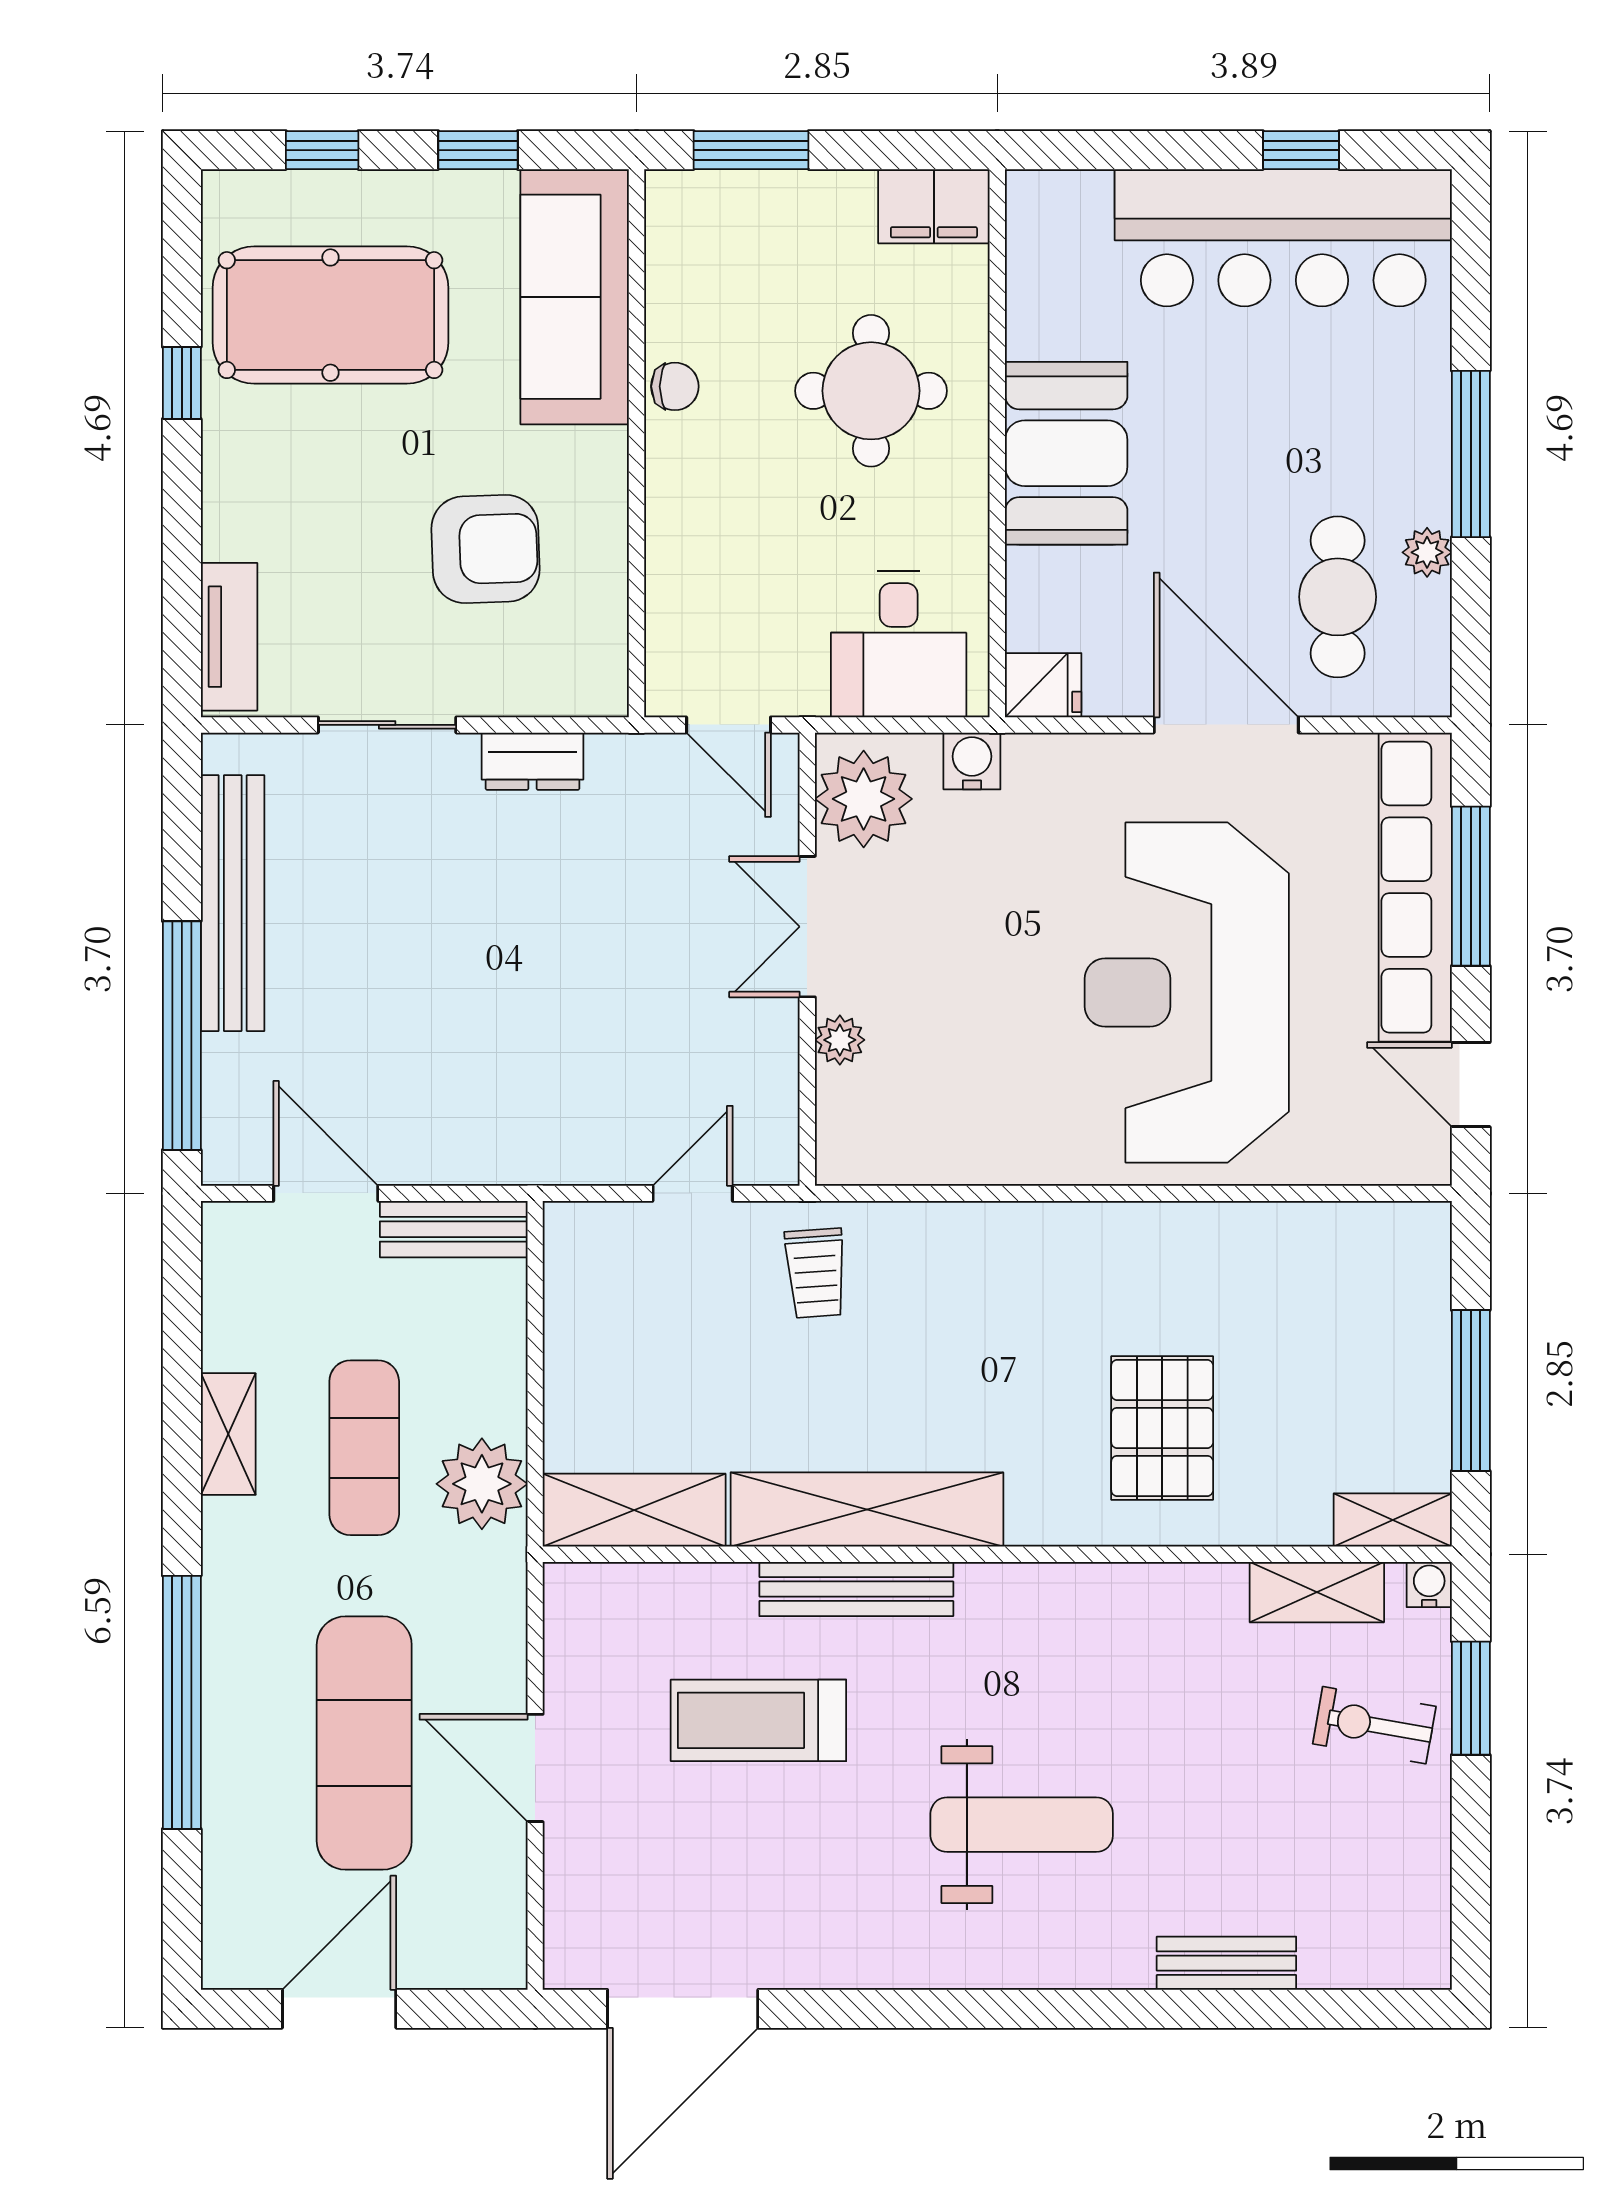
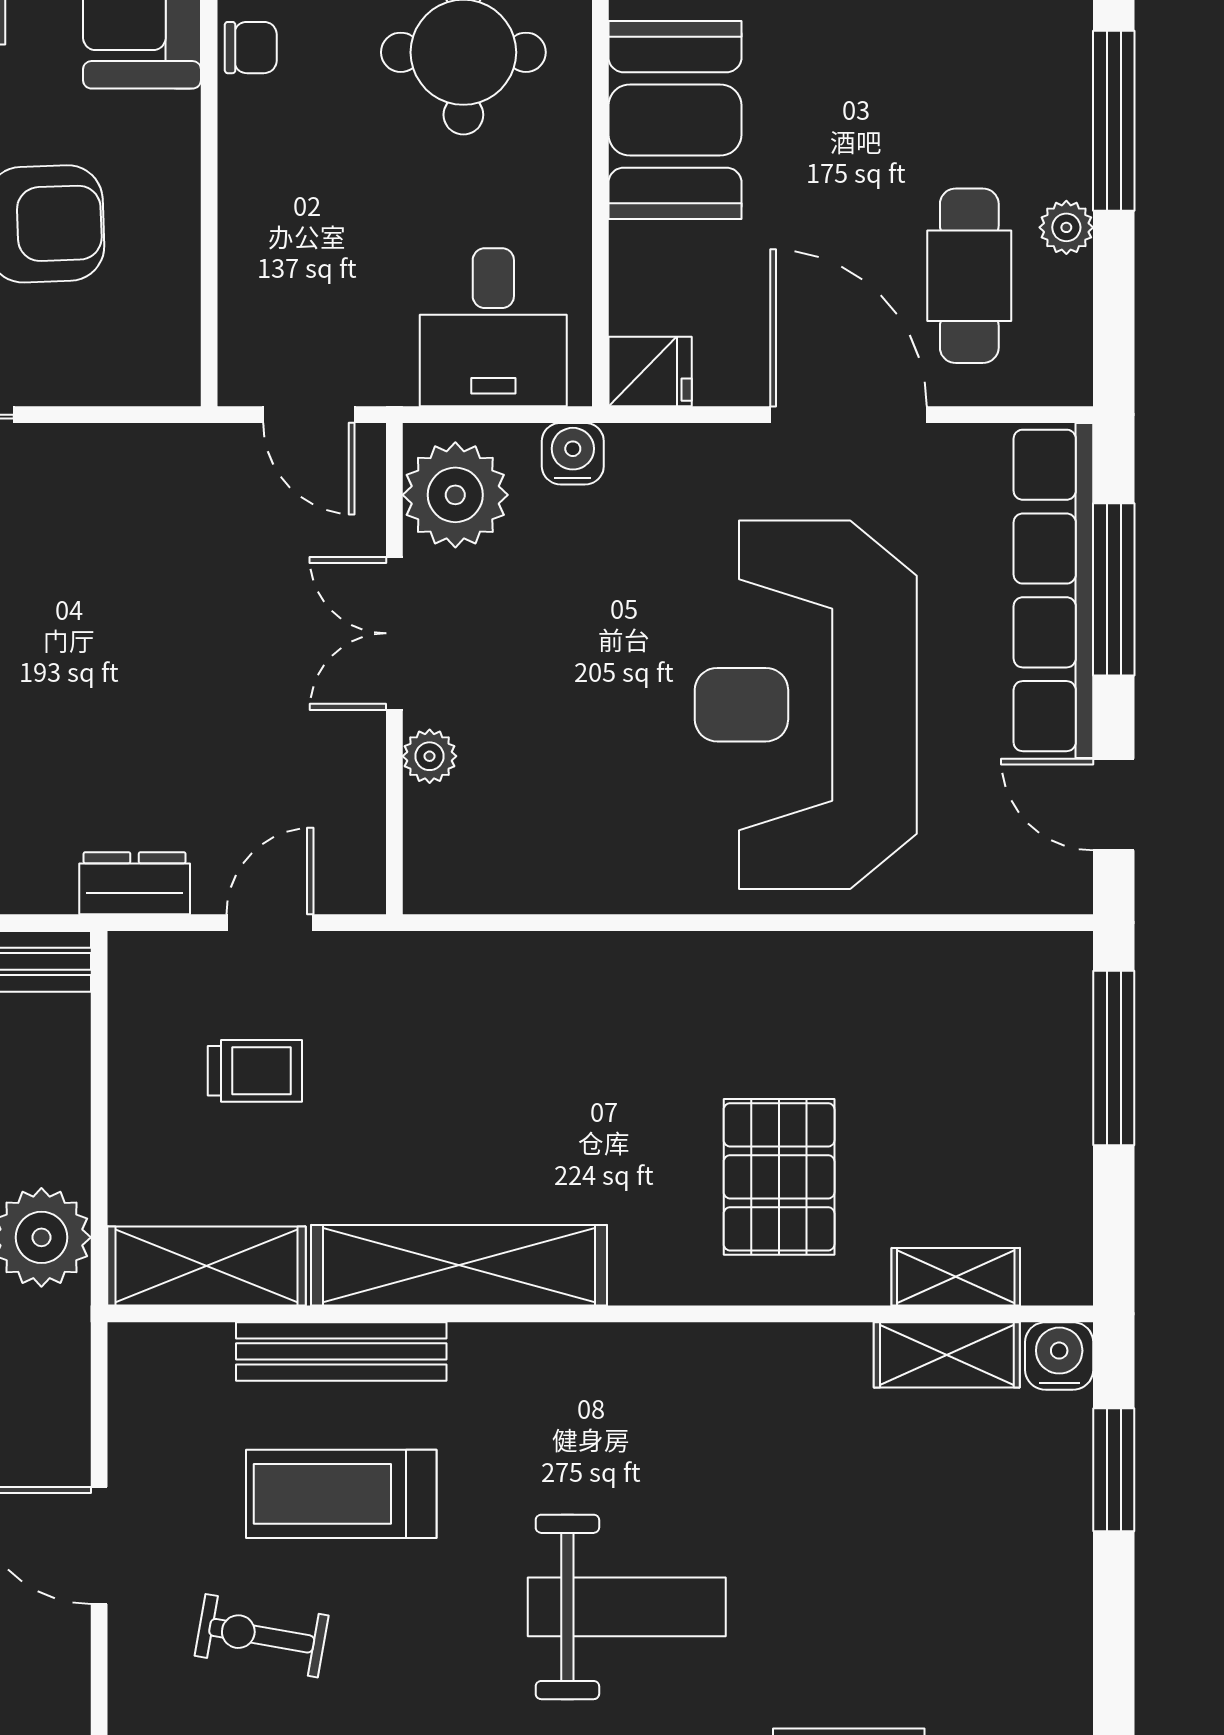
dresser: (533, 761) -> (135, 883), moved, turned 180
trolley: (816, 1273) -> (255, 1071), moved, turned -86
window: (1471, 1390) -> (1114, 1058), moved
shelving: (1393, 1520) -> (956, 1277), moved
water cooler: (1429, 1585) -> (1059, 1356), width x1.38, depth x1.38
bench: (856, 1589) -> (341, 1351), moved
exercise bike: (1374, 1725) -> (262, 1636), moved

